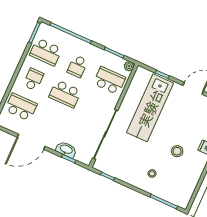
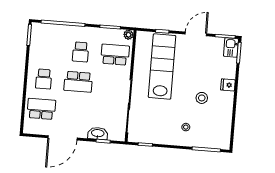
school desk: (46, 52) -> (46, 49), removed
school desk: (33, 79) -> (44, 79), turned 180
lab bench: (150, 108) -> (162, 67), turned 180

